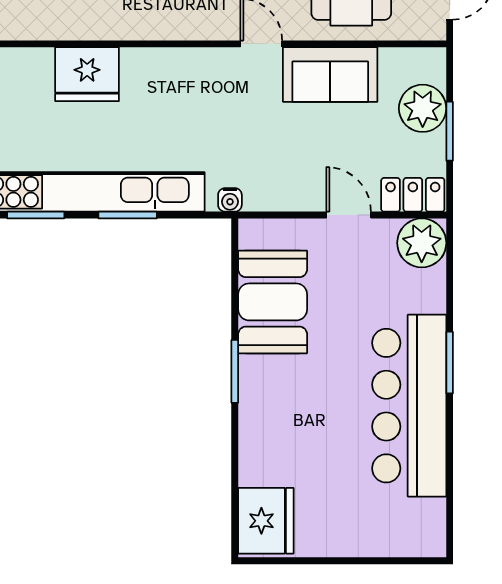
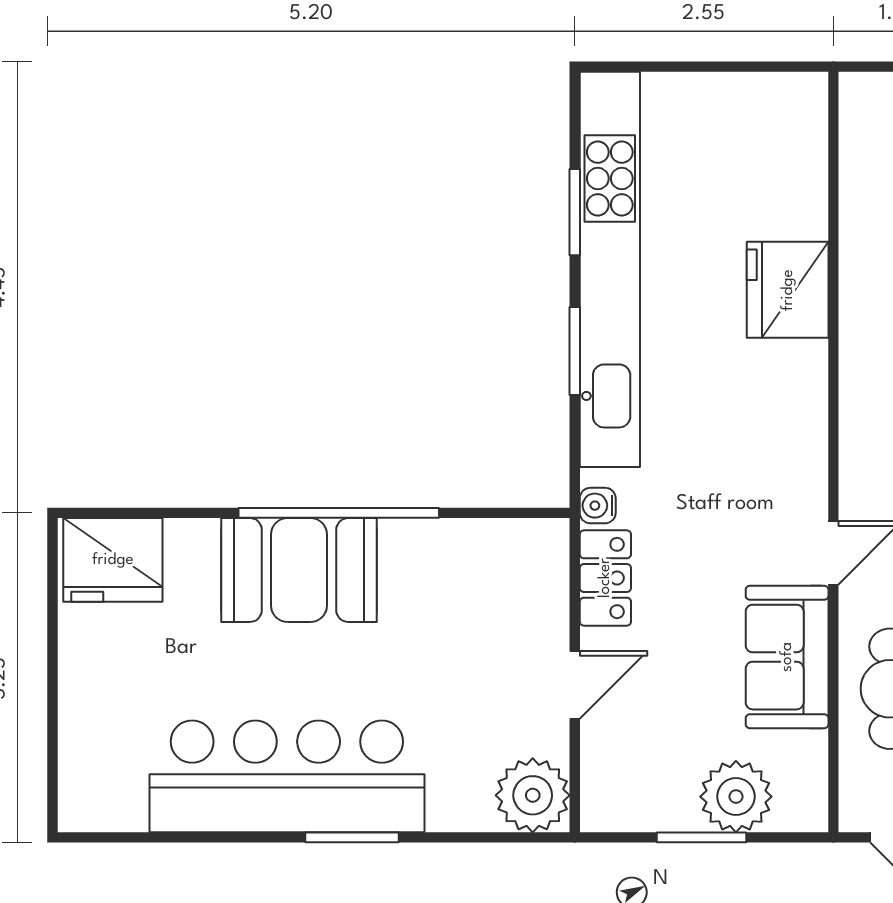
locker: (413, 195) -> (605, 578), moved
booth: (273, 302) -> (299, 570), moved
window: (235, 371) -> (339, 513), width x2.11

